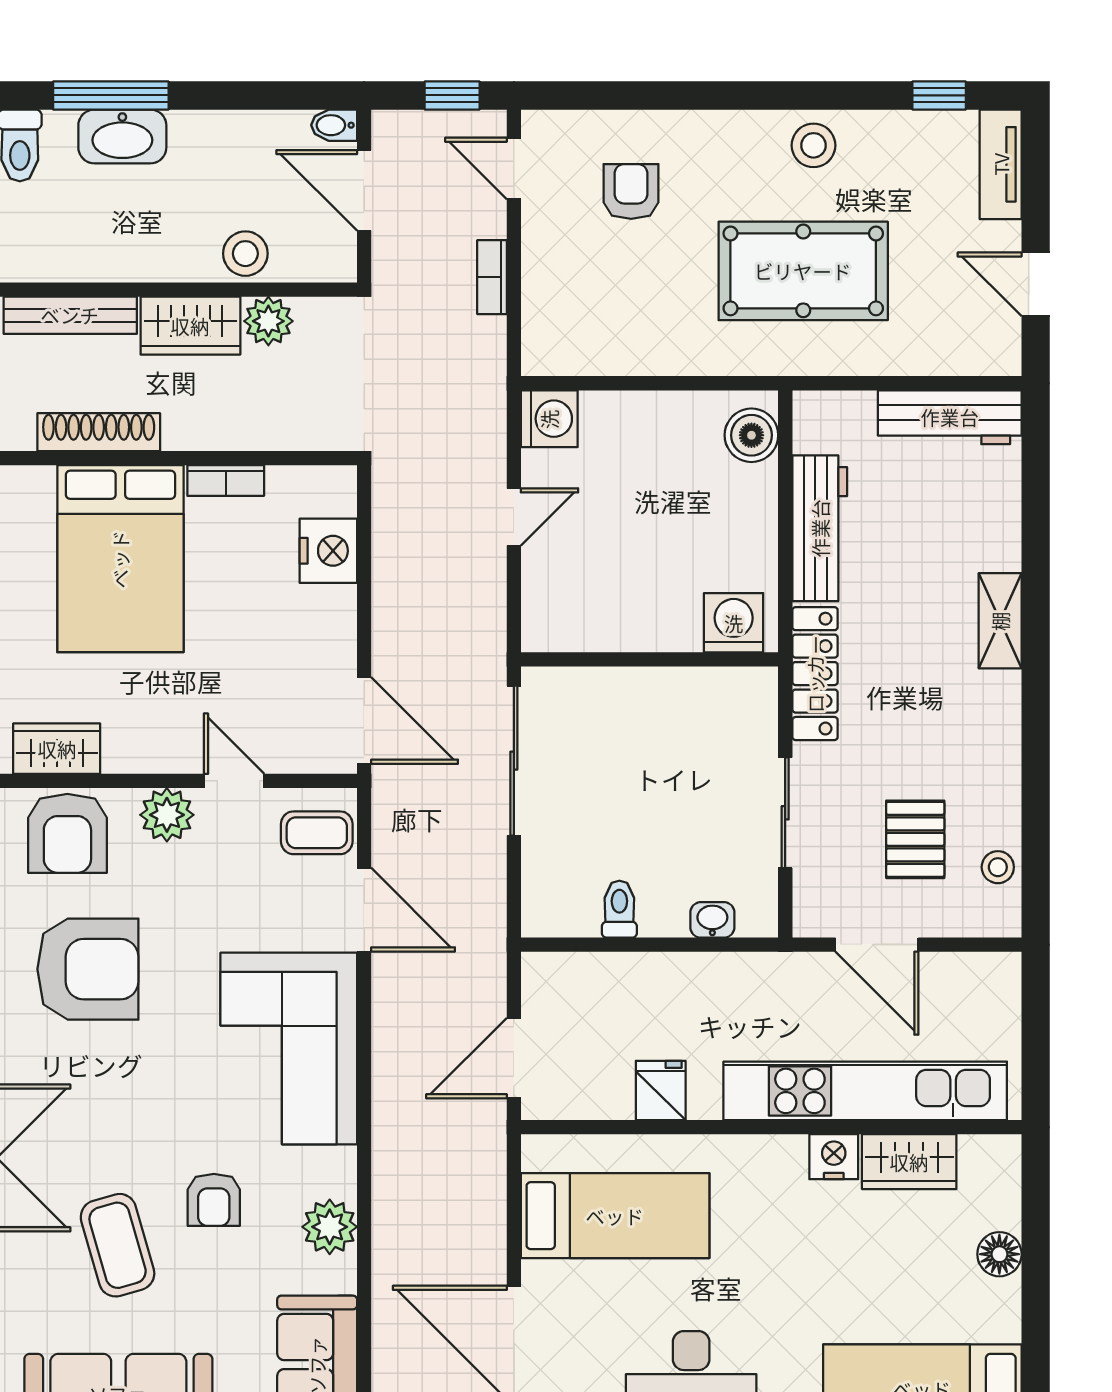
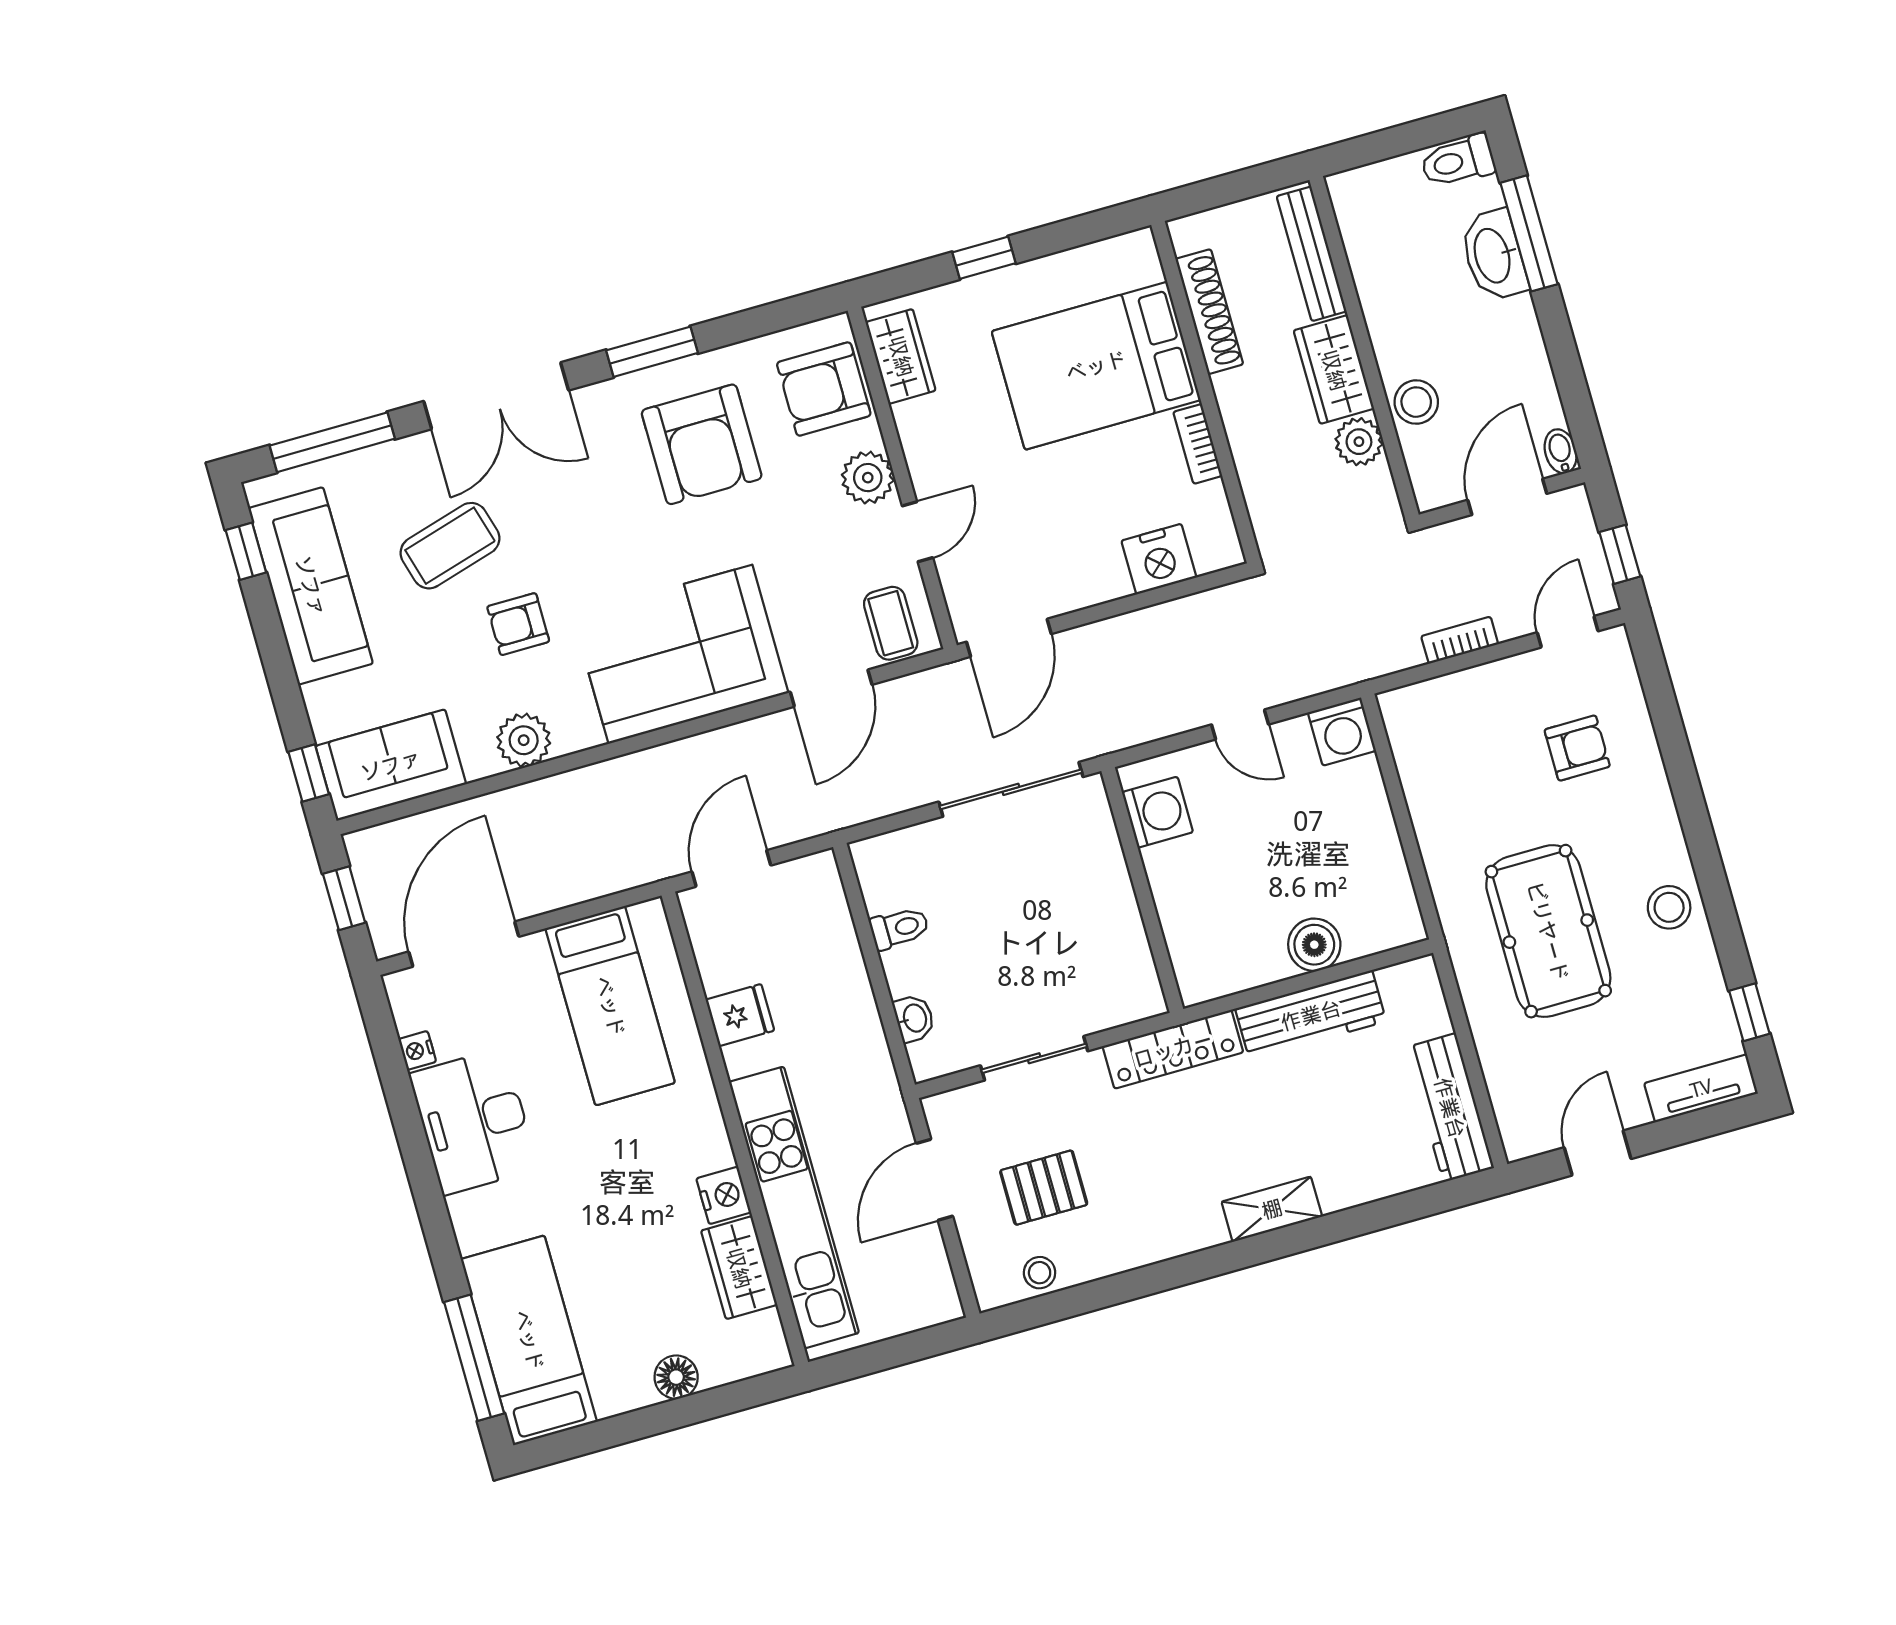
boiler: (751, 435) -> (1314, 945), moved
washing machine: (734, 623) -> (1158, 812), moved
door: (514, 1058) -> (731, 868), hinge flipped

